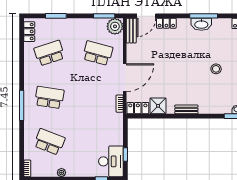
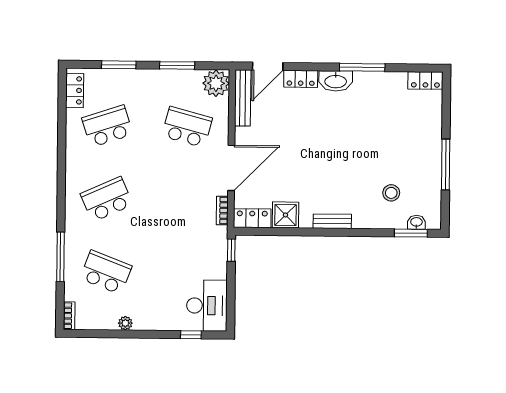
window: (104, 16) -> (177, 65), moved
washbasin: (201, 24) -> (336, 81), moved
bench: (131, 31) -> (243, 98), width x1.36
stool: (216, 69) -> (391, 193), moved
school desk: (49, 97) -> (107, 199), turned -33
window: (22, 105) -> (60, 257), moved
window: (125, 155) -> (231, 250), moved

